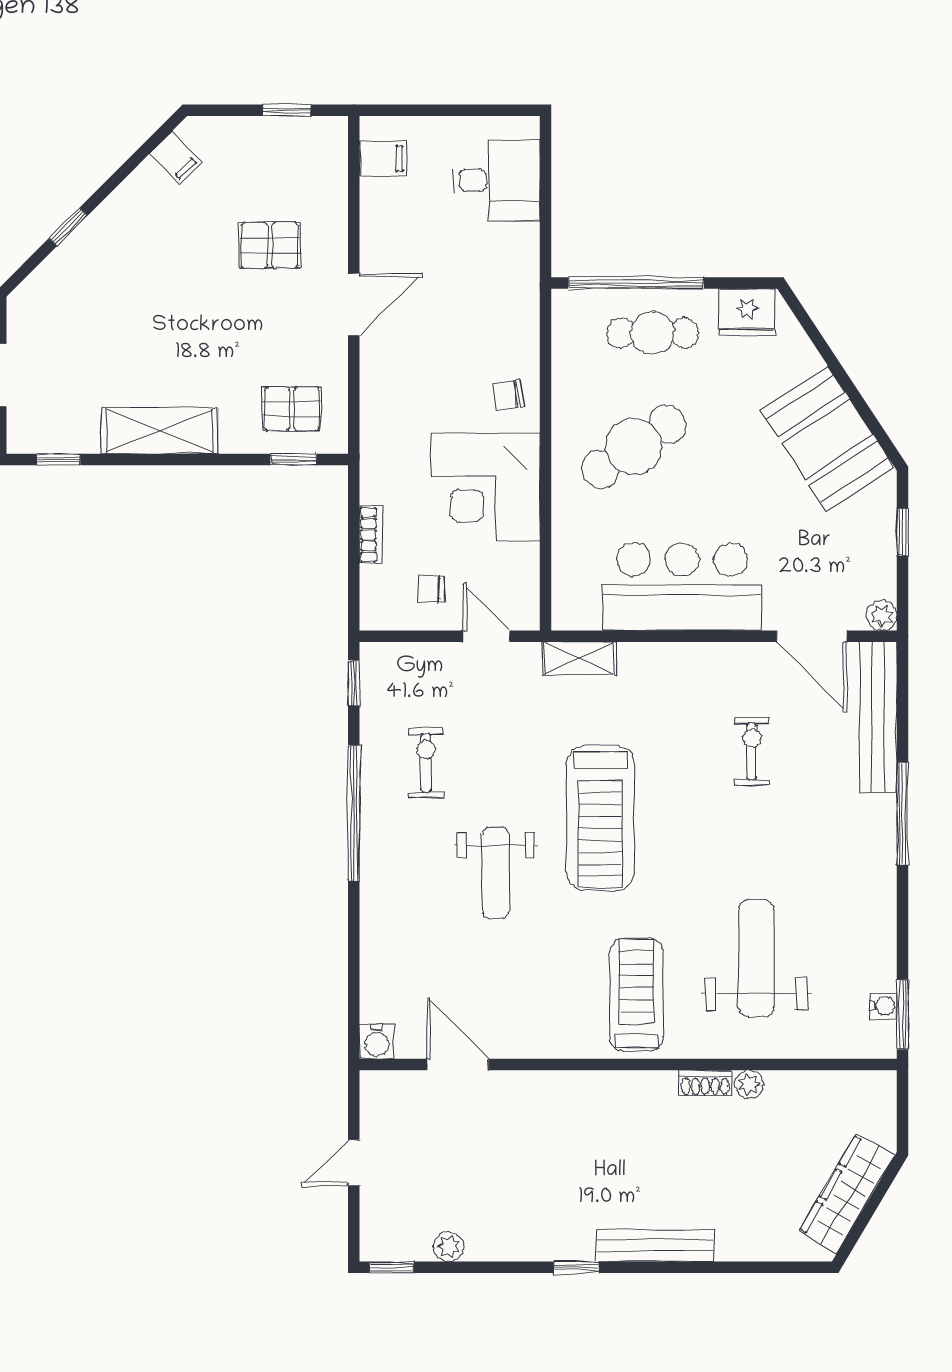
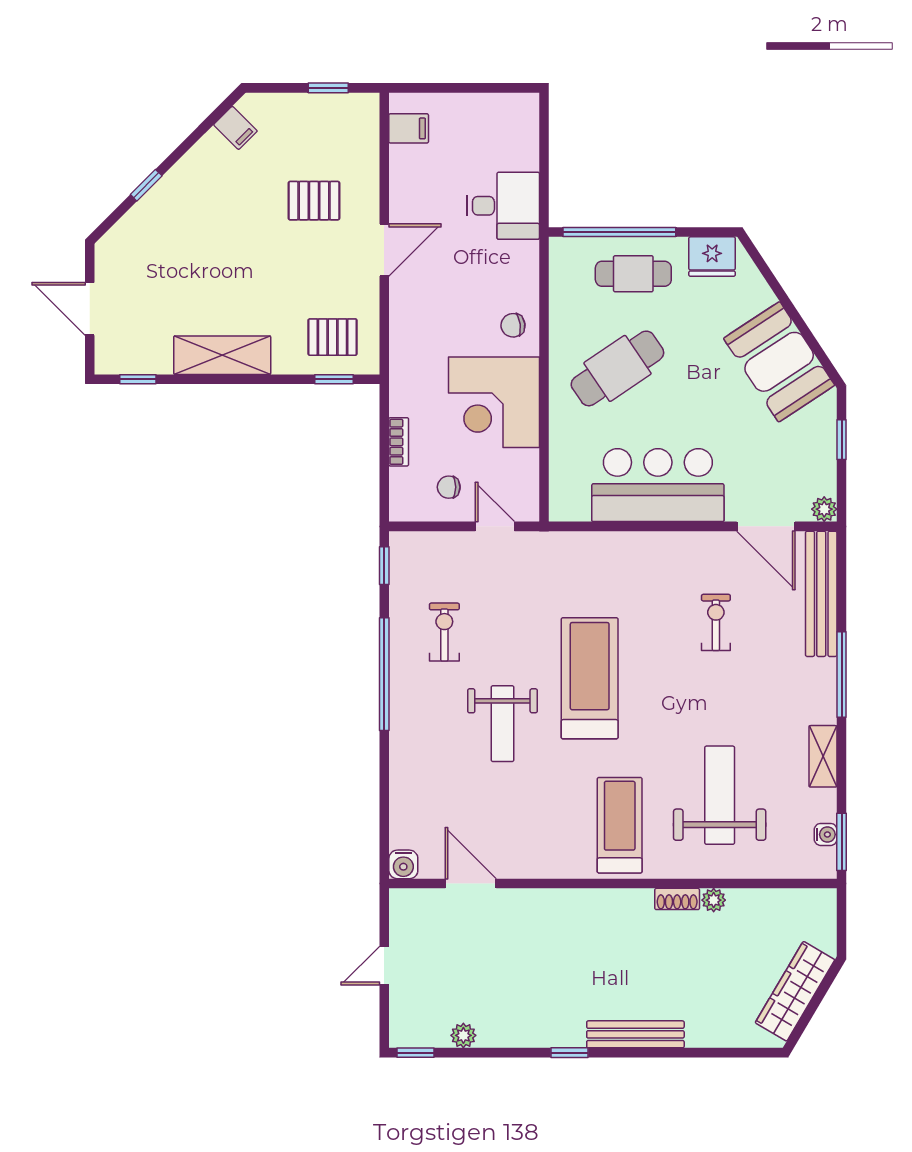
desk: (496, 180) -> (503, 206), moved
shelving: (579, 658) -> (823, 756), moved, turned 90
treadmill: (600, 818) -> (590, 678), turned 180

